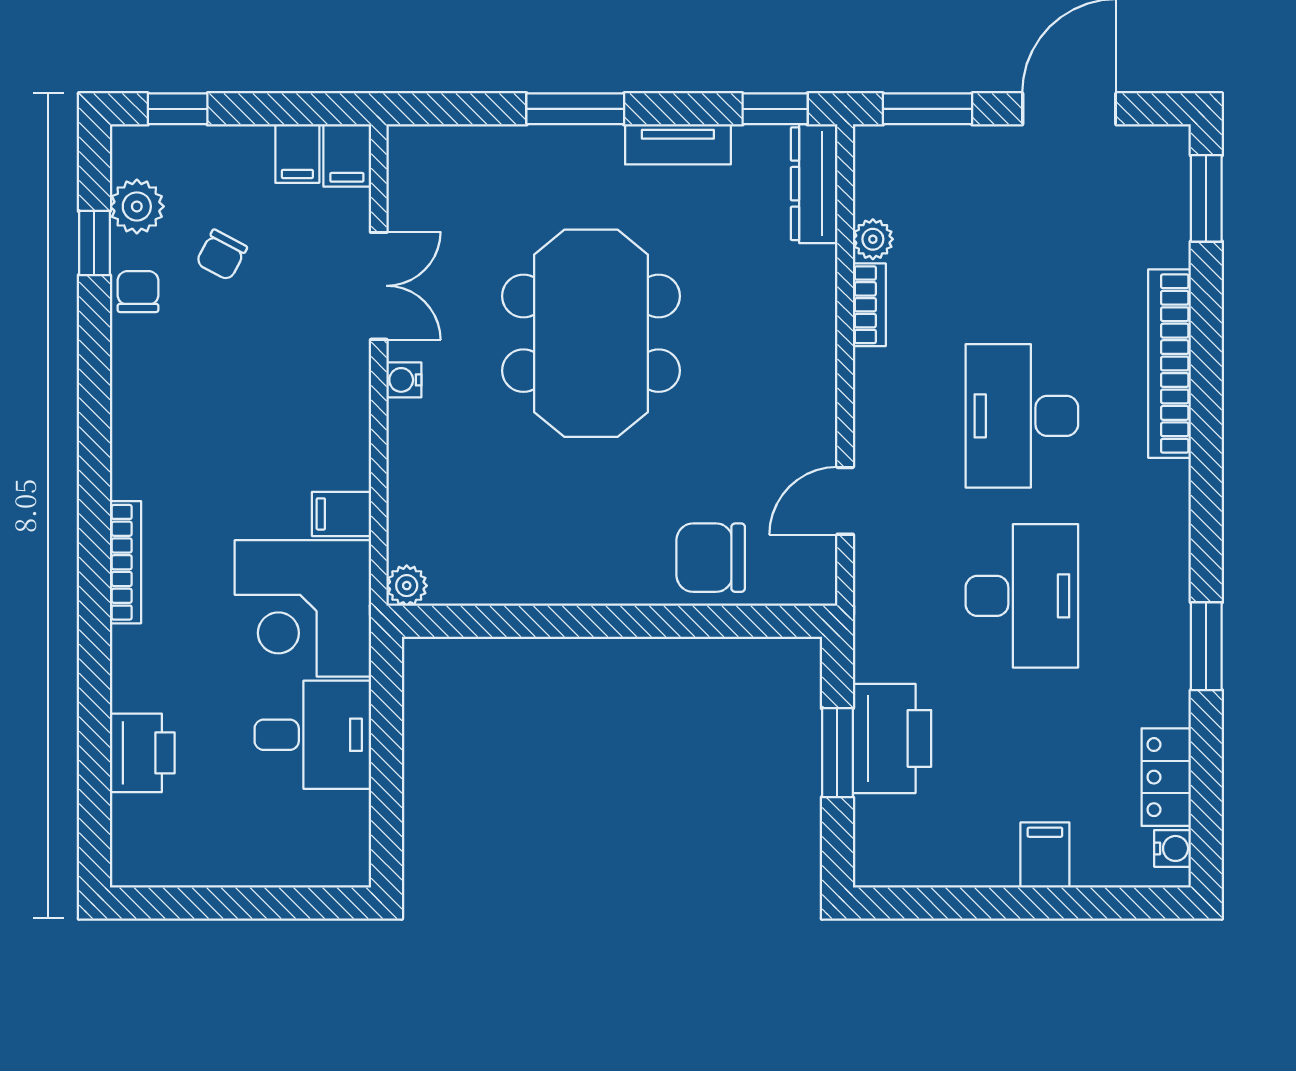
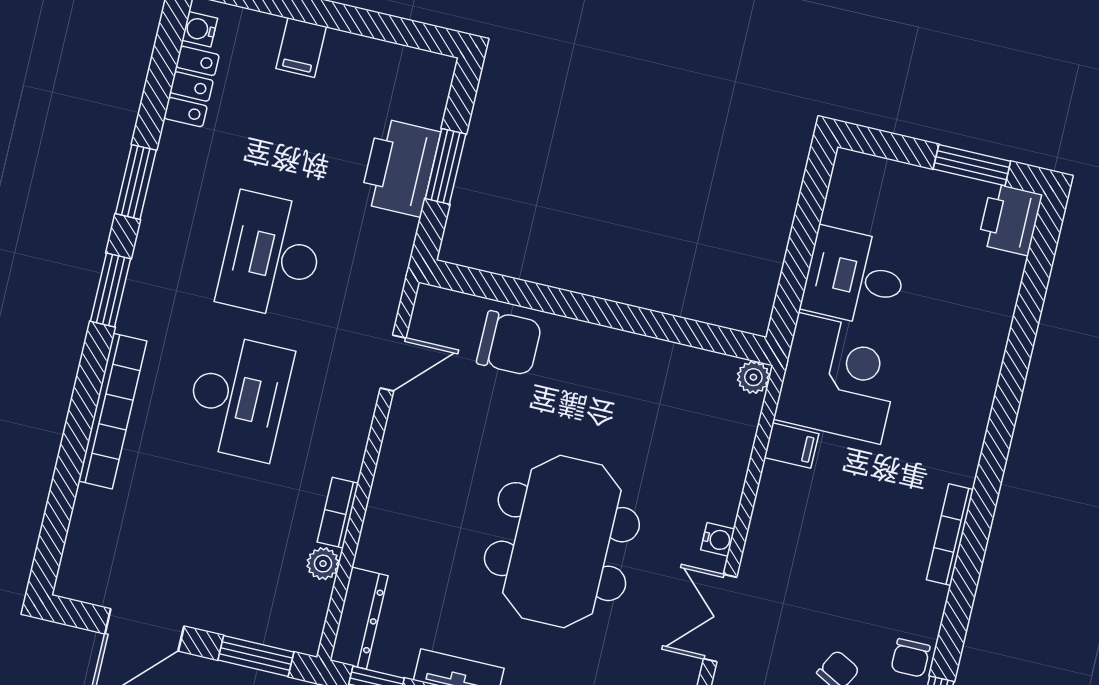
window: (1206, 198) -> (110, 290), moved
bookcase: (125, 562) -> (950, 535), moved
printer: (142, 753) -> (1010, 219), moved
window: (203, 903) -> (972, 165), added

